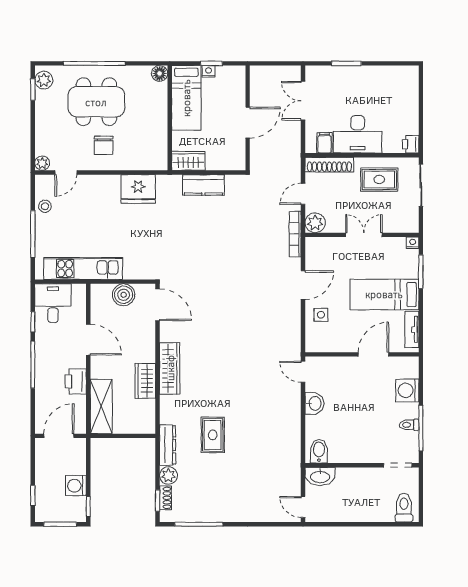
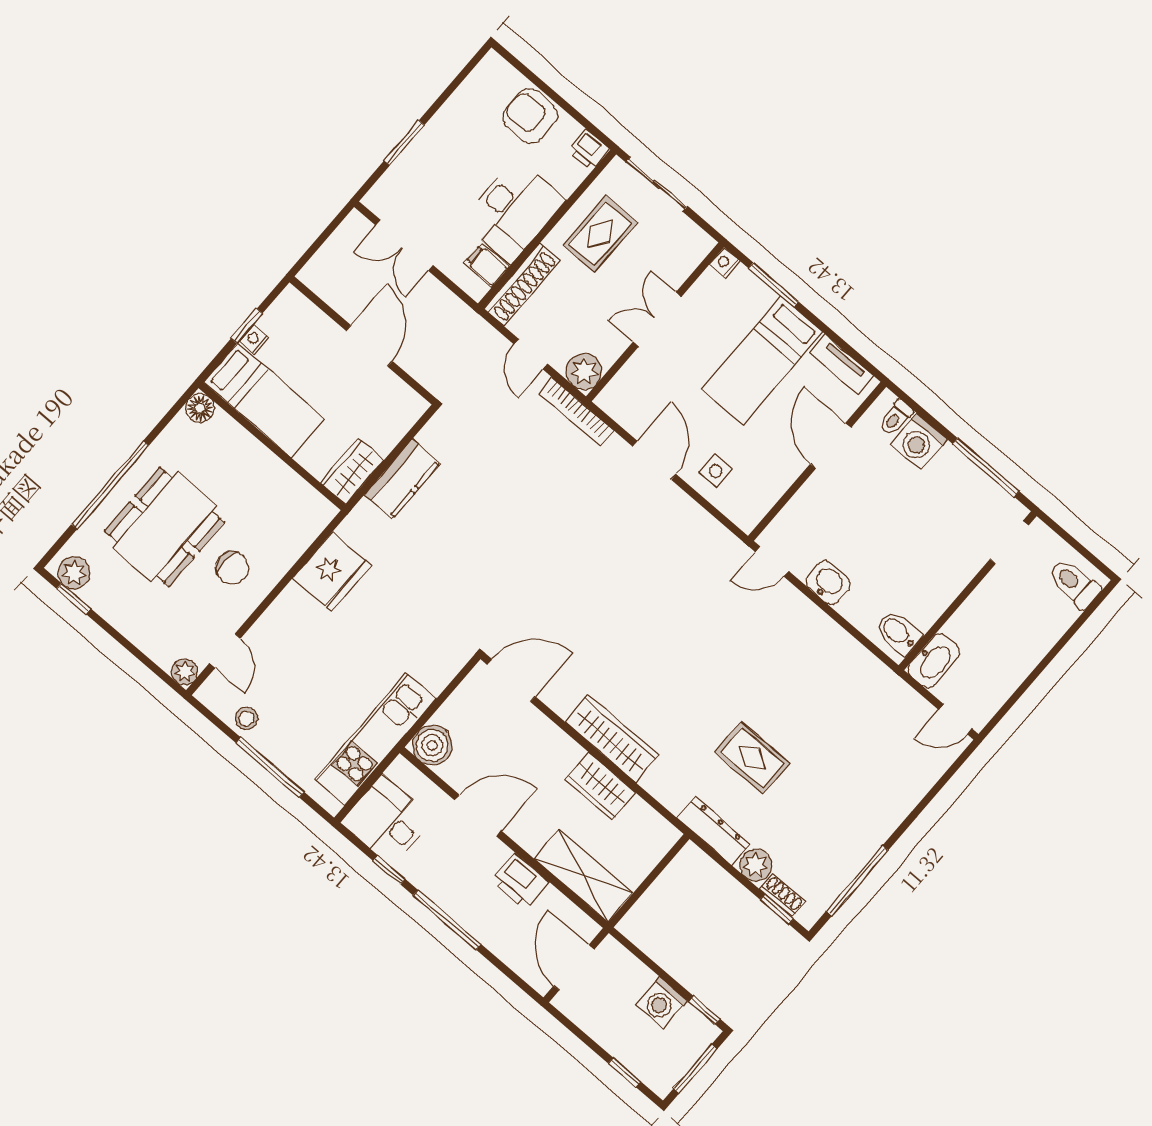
armchair: (404, 107) -> (530, 116), added
boiler: (124, 295) -> (432, 745), moved
toilet: (409, 425) -> (896, 418), moved

